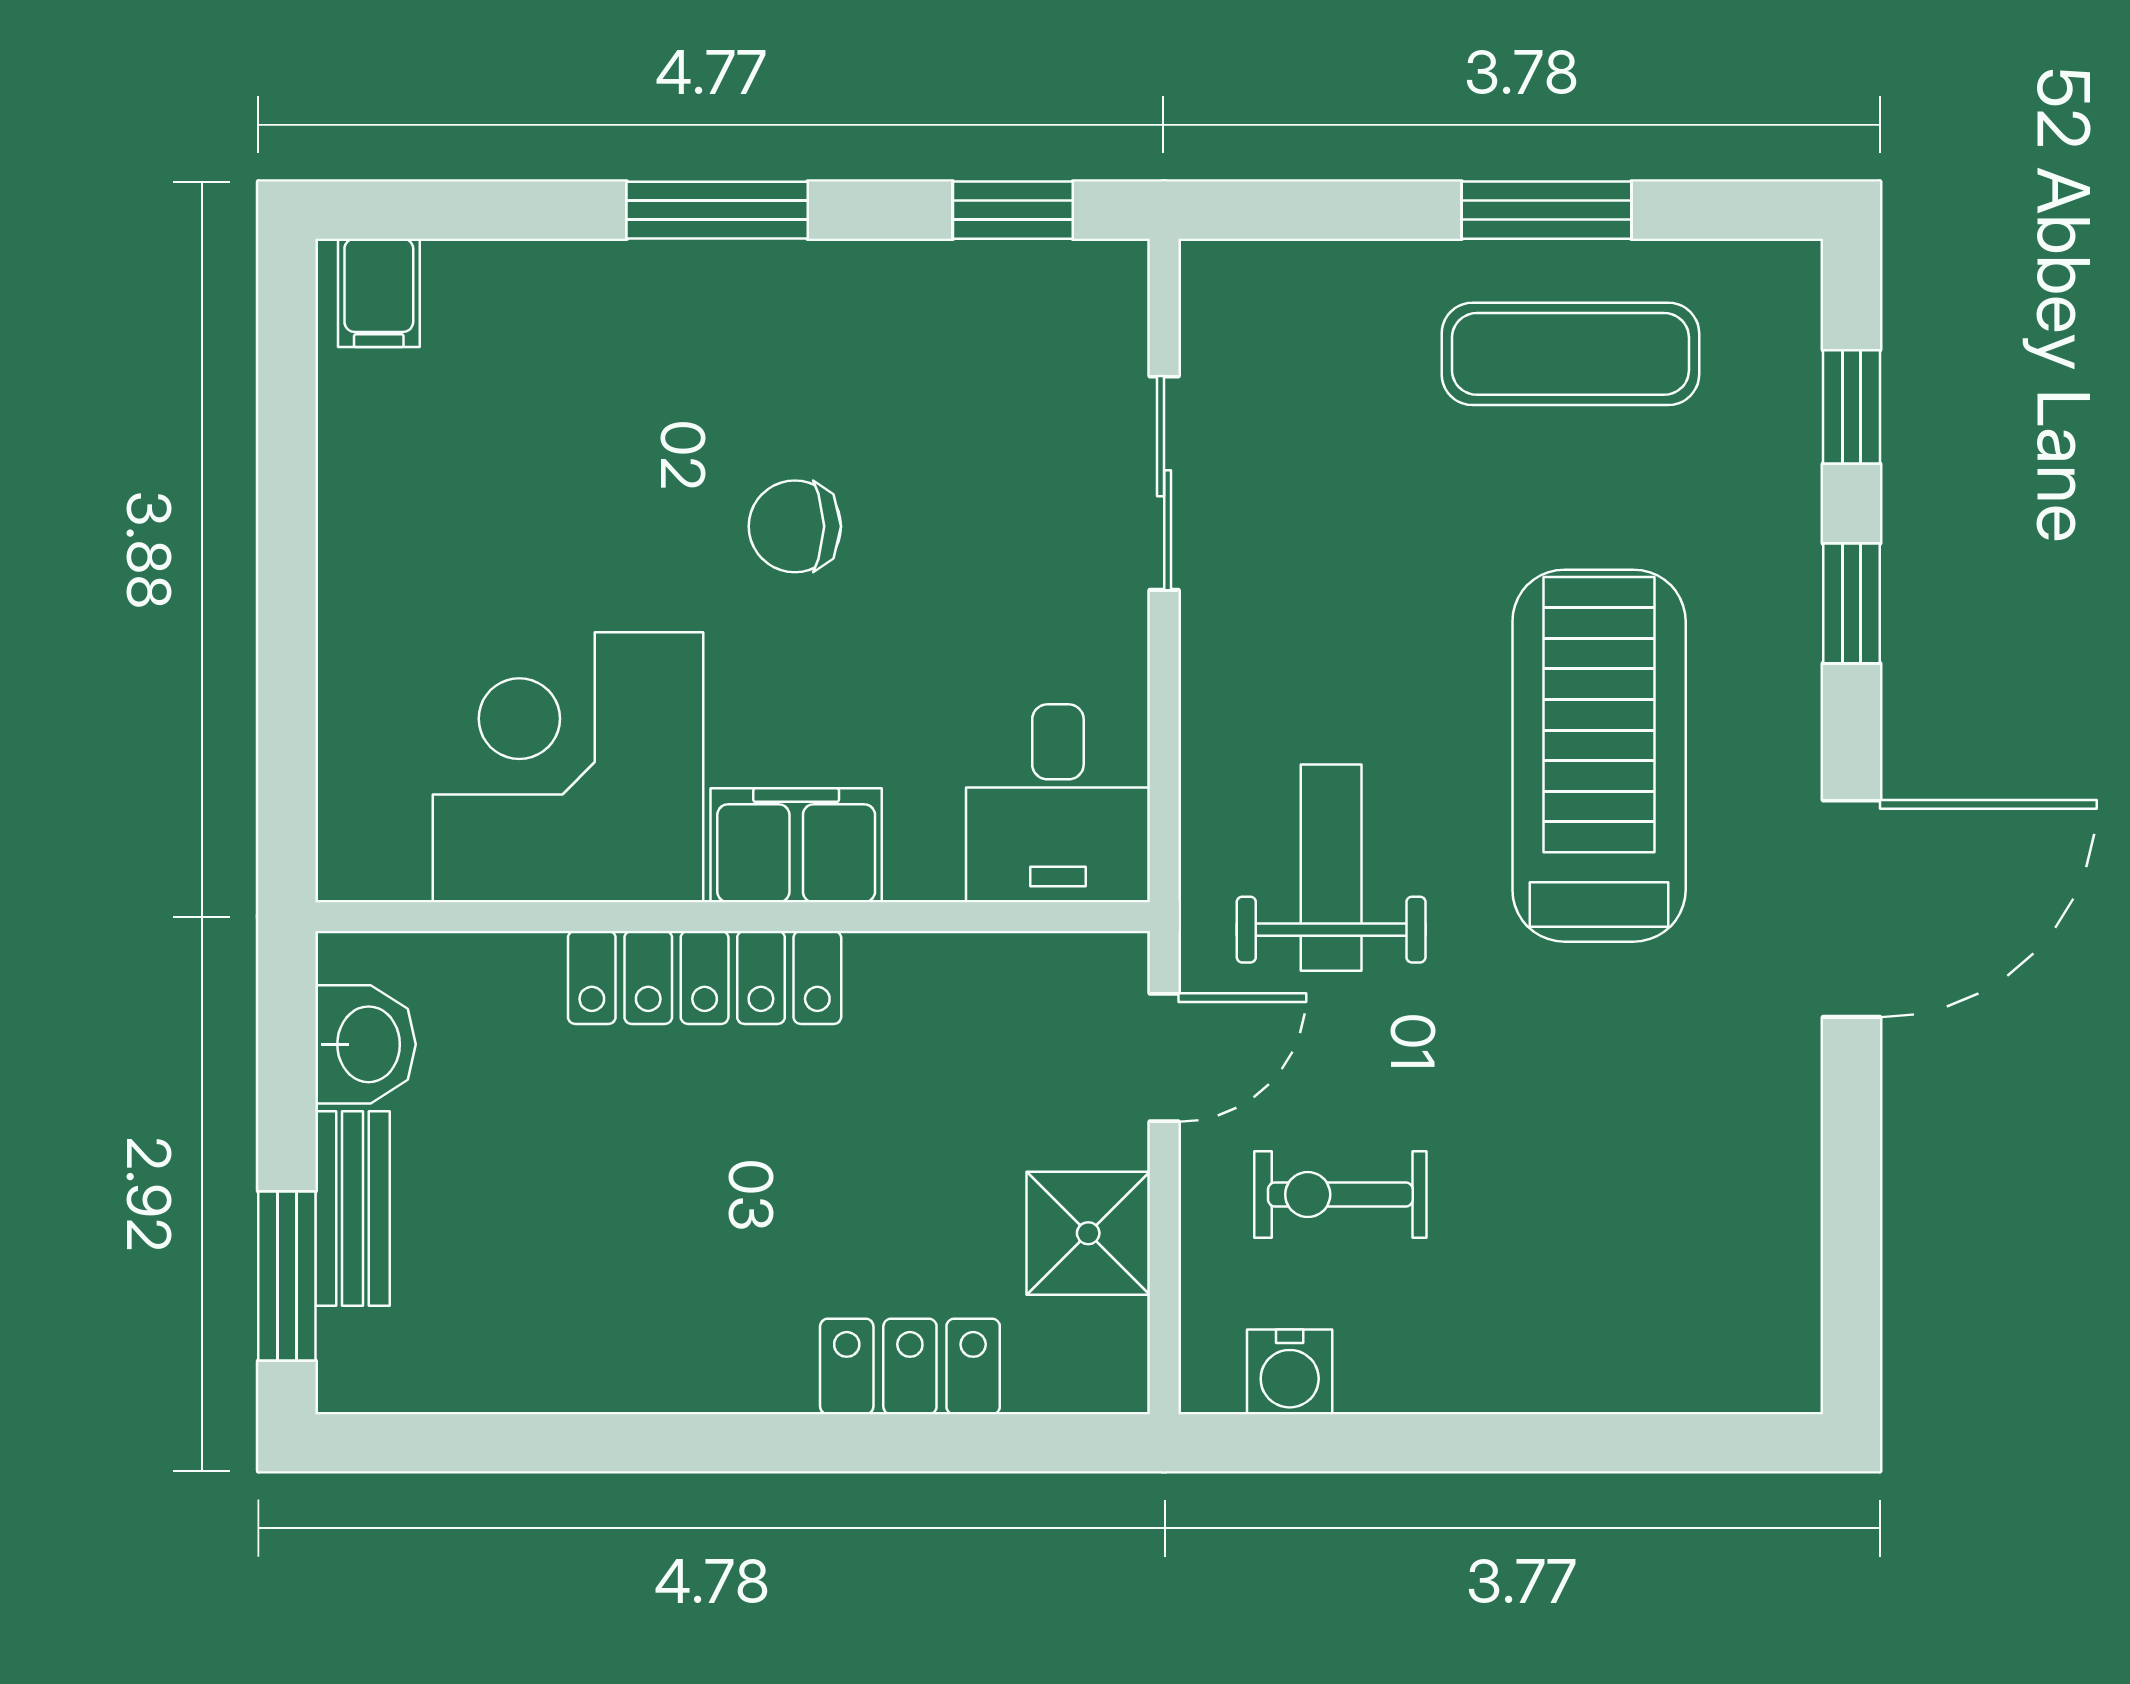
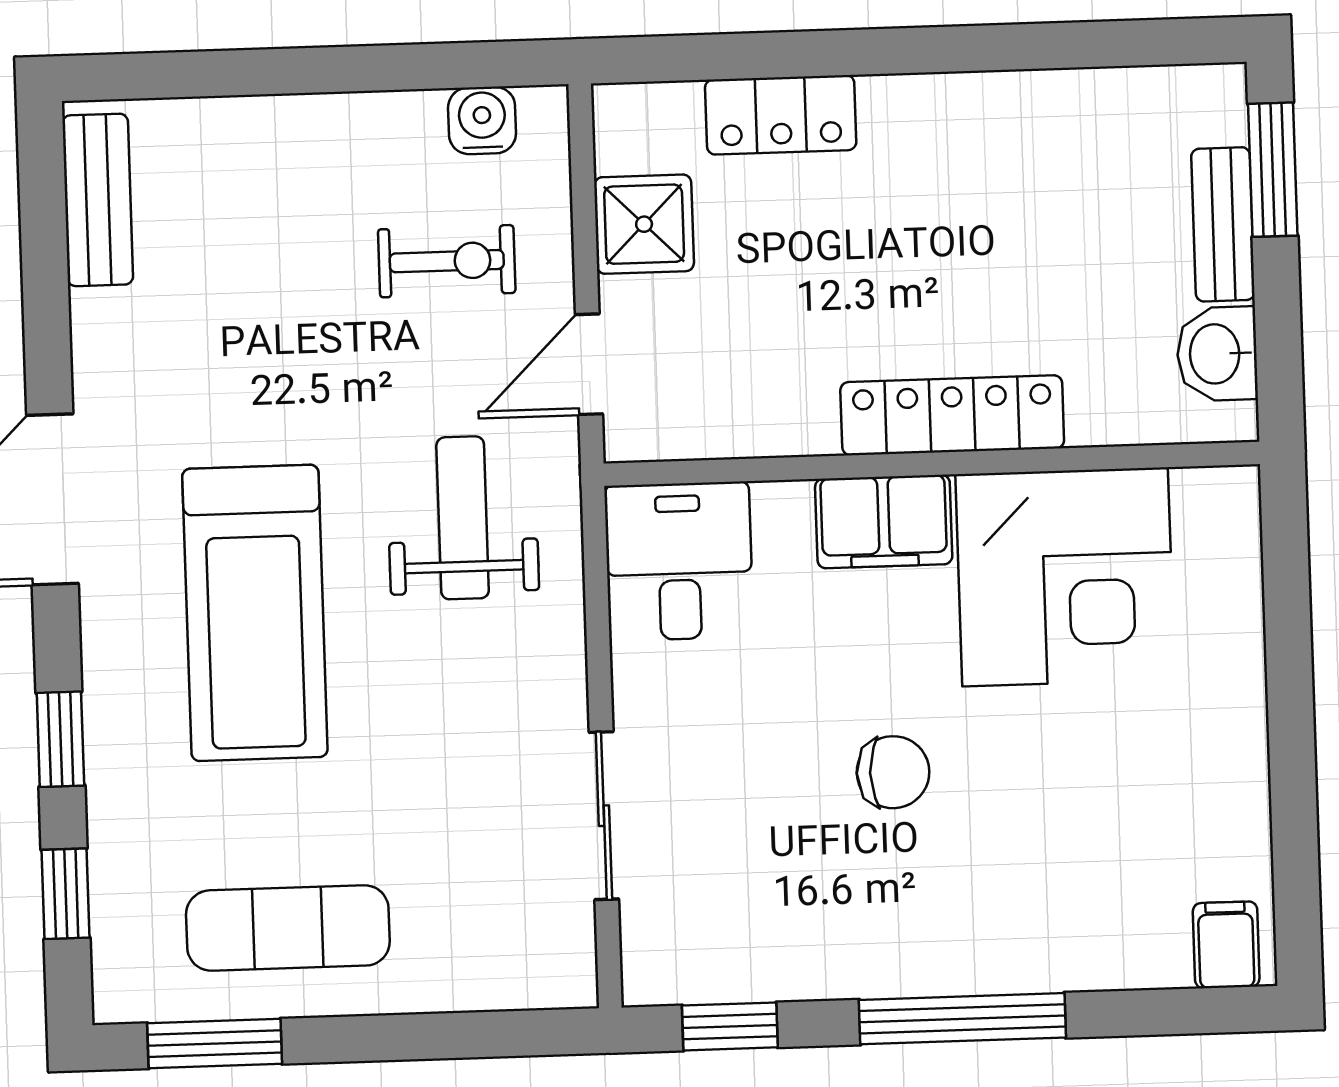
window: (717, 210) -> (962, 1019), width x1.44
window: (1547, 210) -> (215, 1044), moved
weight bench: (1331, 868) -> (463, 518), turned 180
bench: (1781, 1287) -> (98, 200), added

